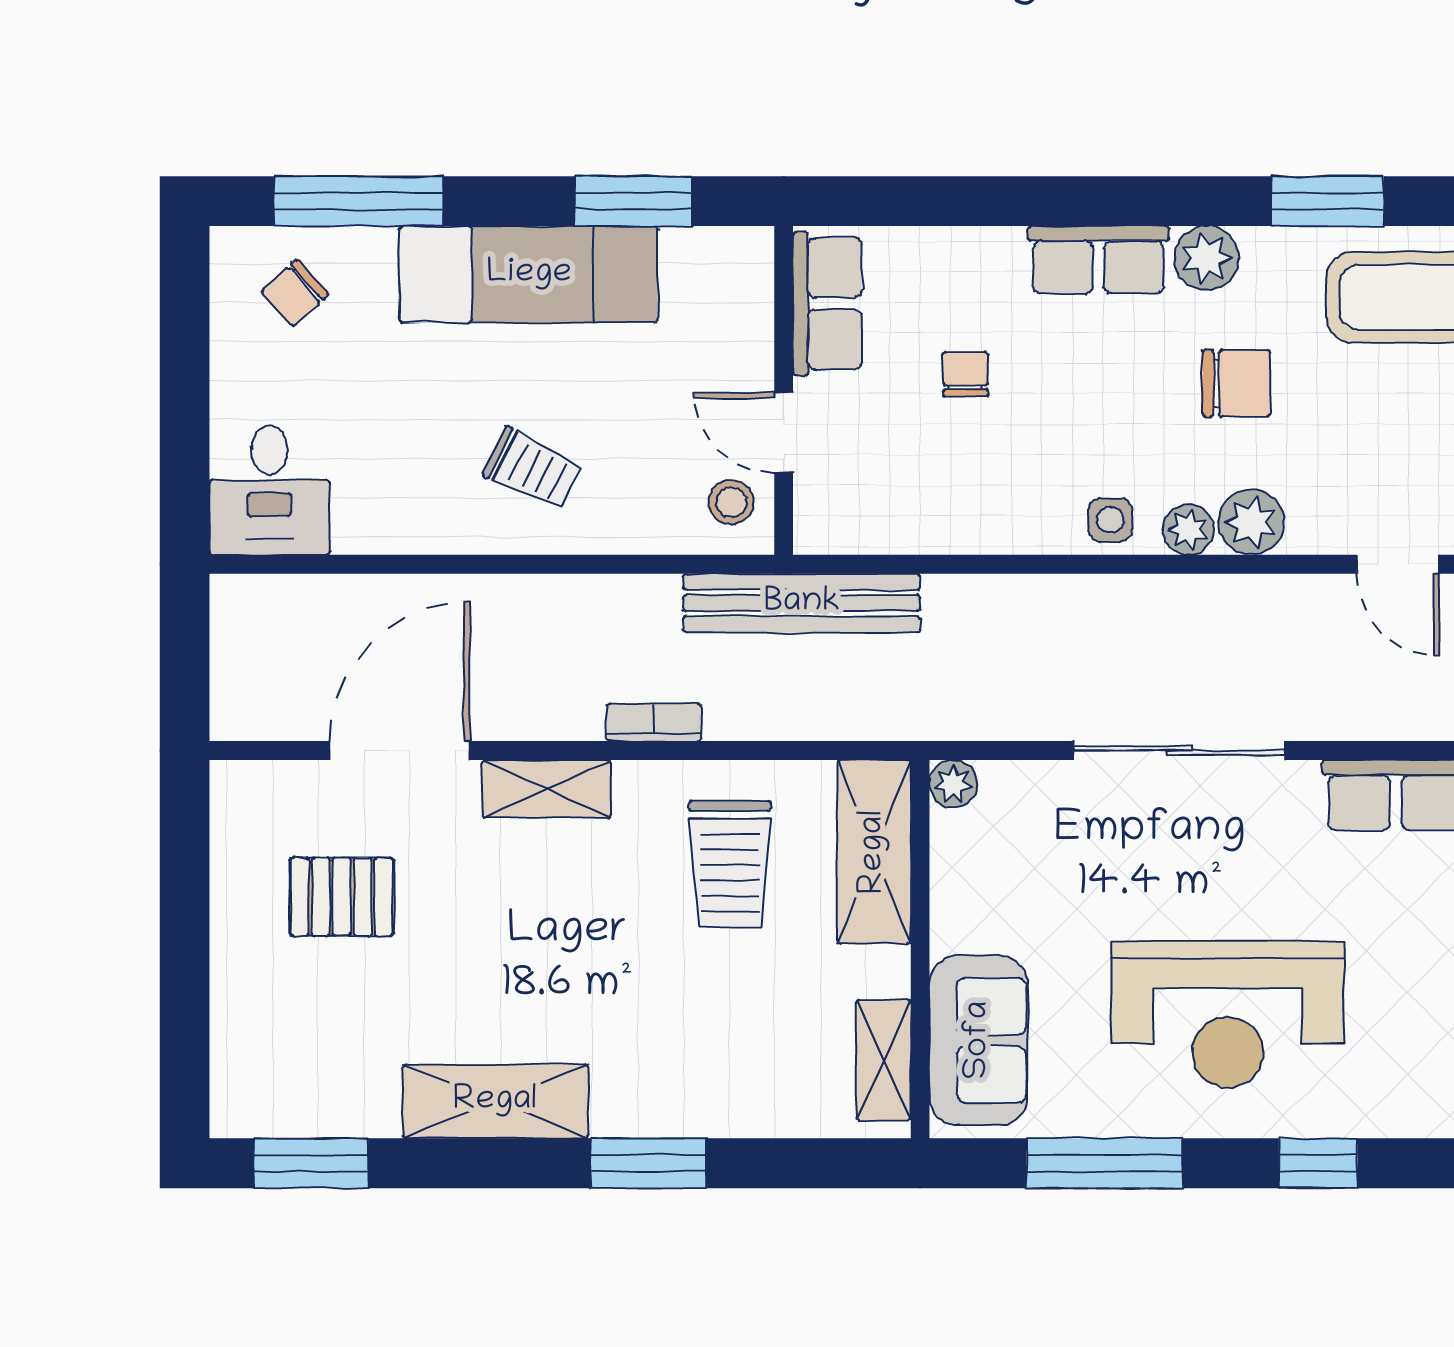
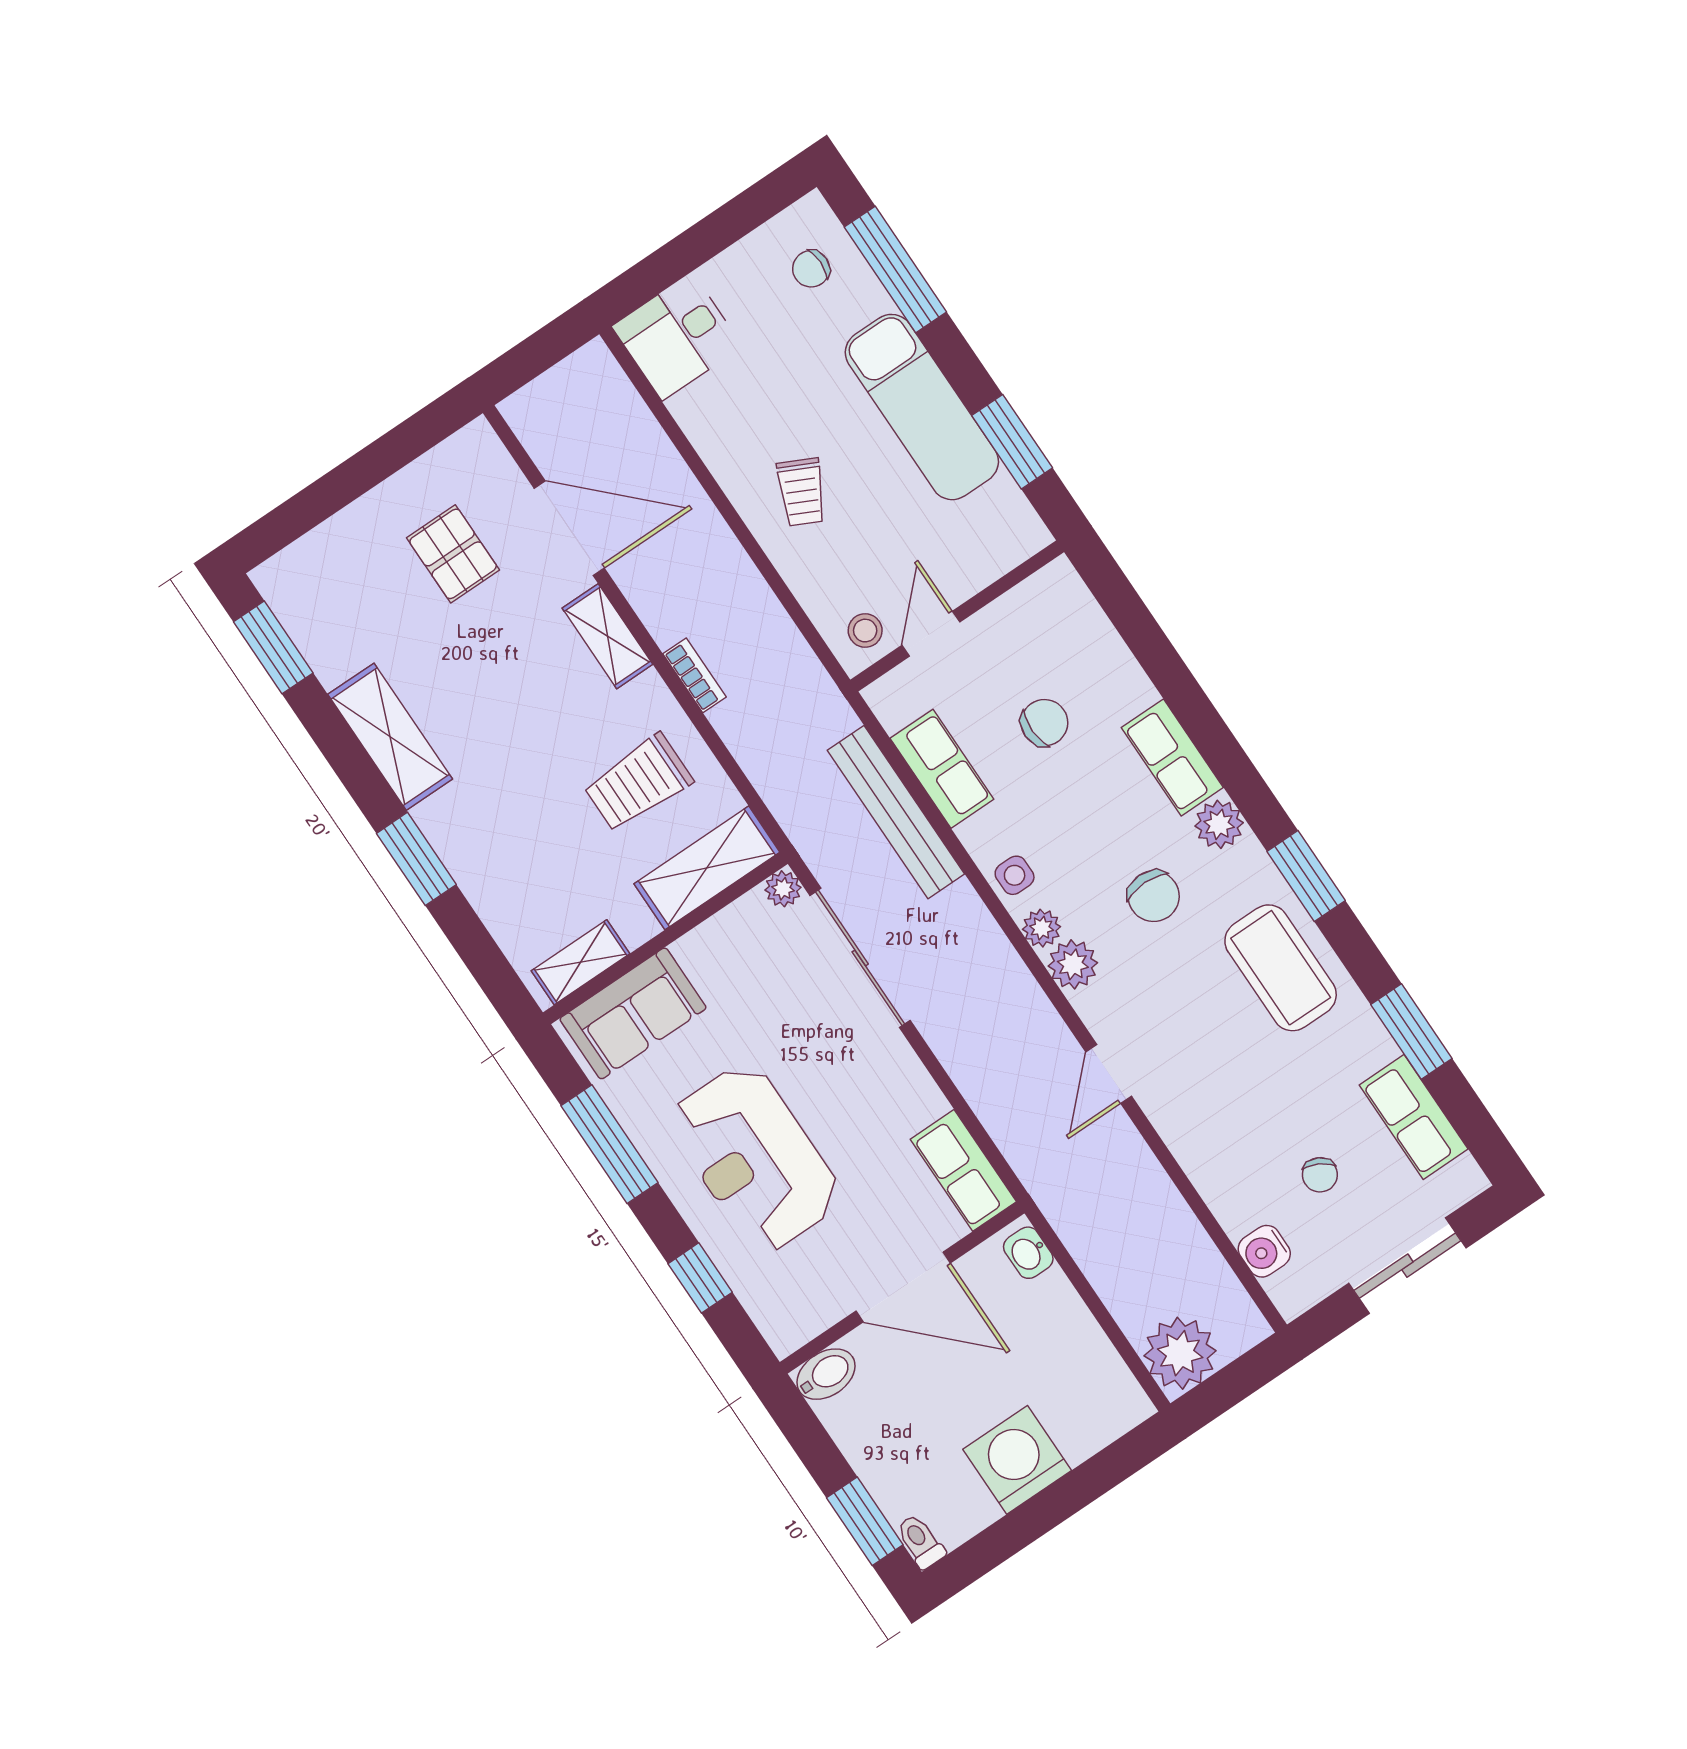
chair: (295, 293) -> (811, 269), turned -48
row of seats: (827, 304) -> (942, 769), moved, turned -90
chair: (965, 374) -> (1044, 723), width x1.37, depth x1.37
bench: (802, 603) -> (896, 812), moved
sliding door: (1179, 750) -> (860, 958), moved

